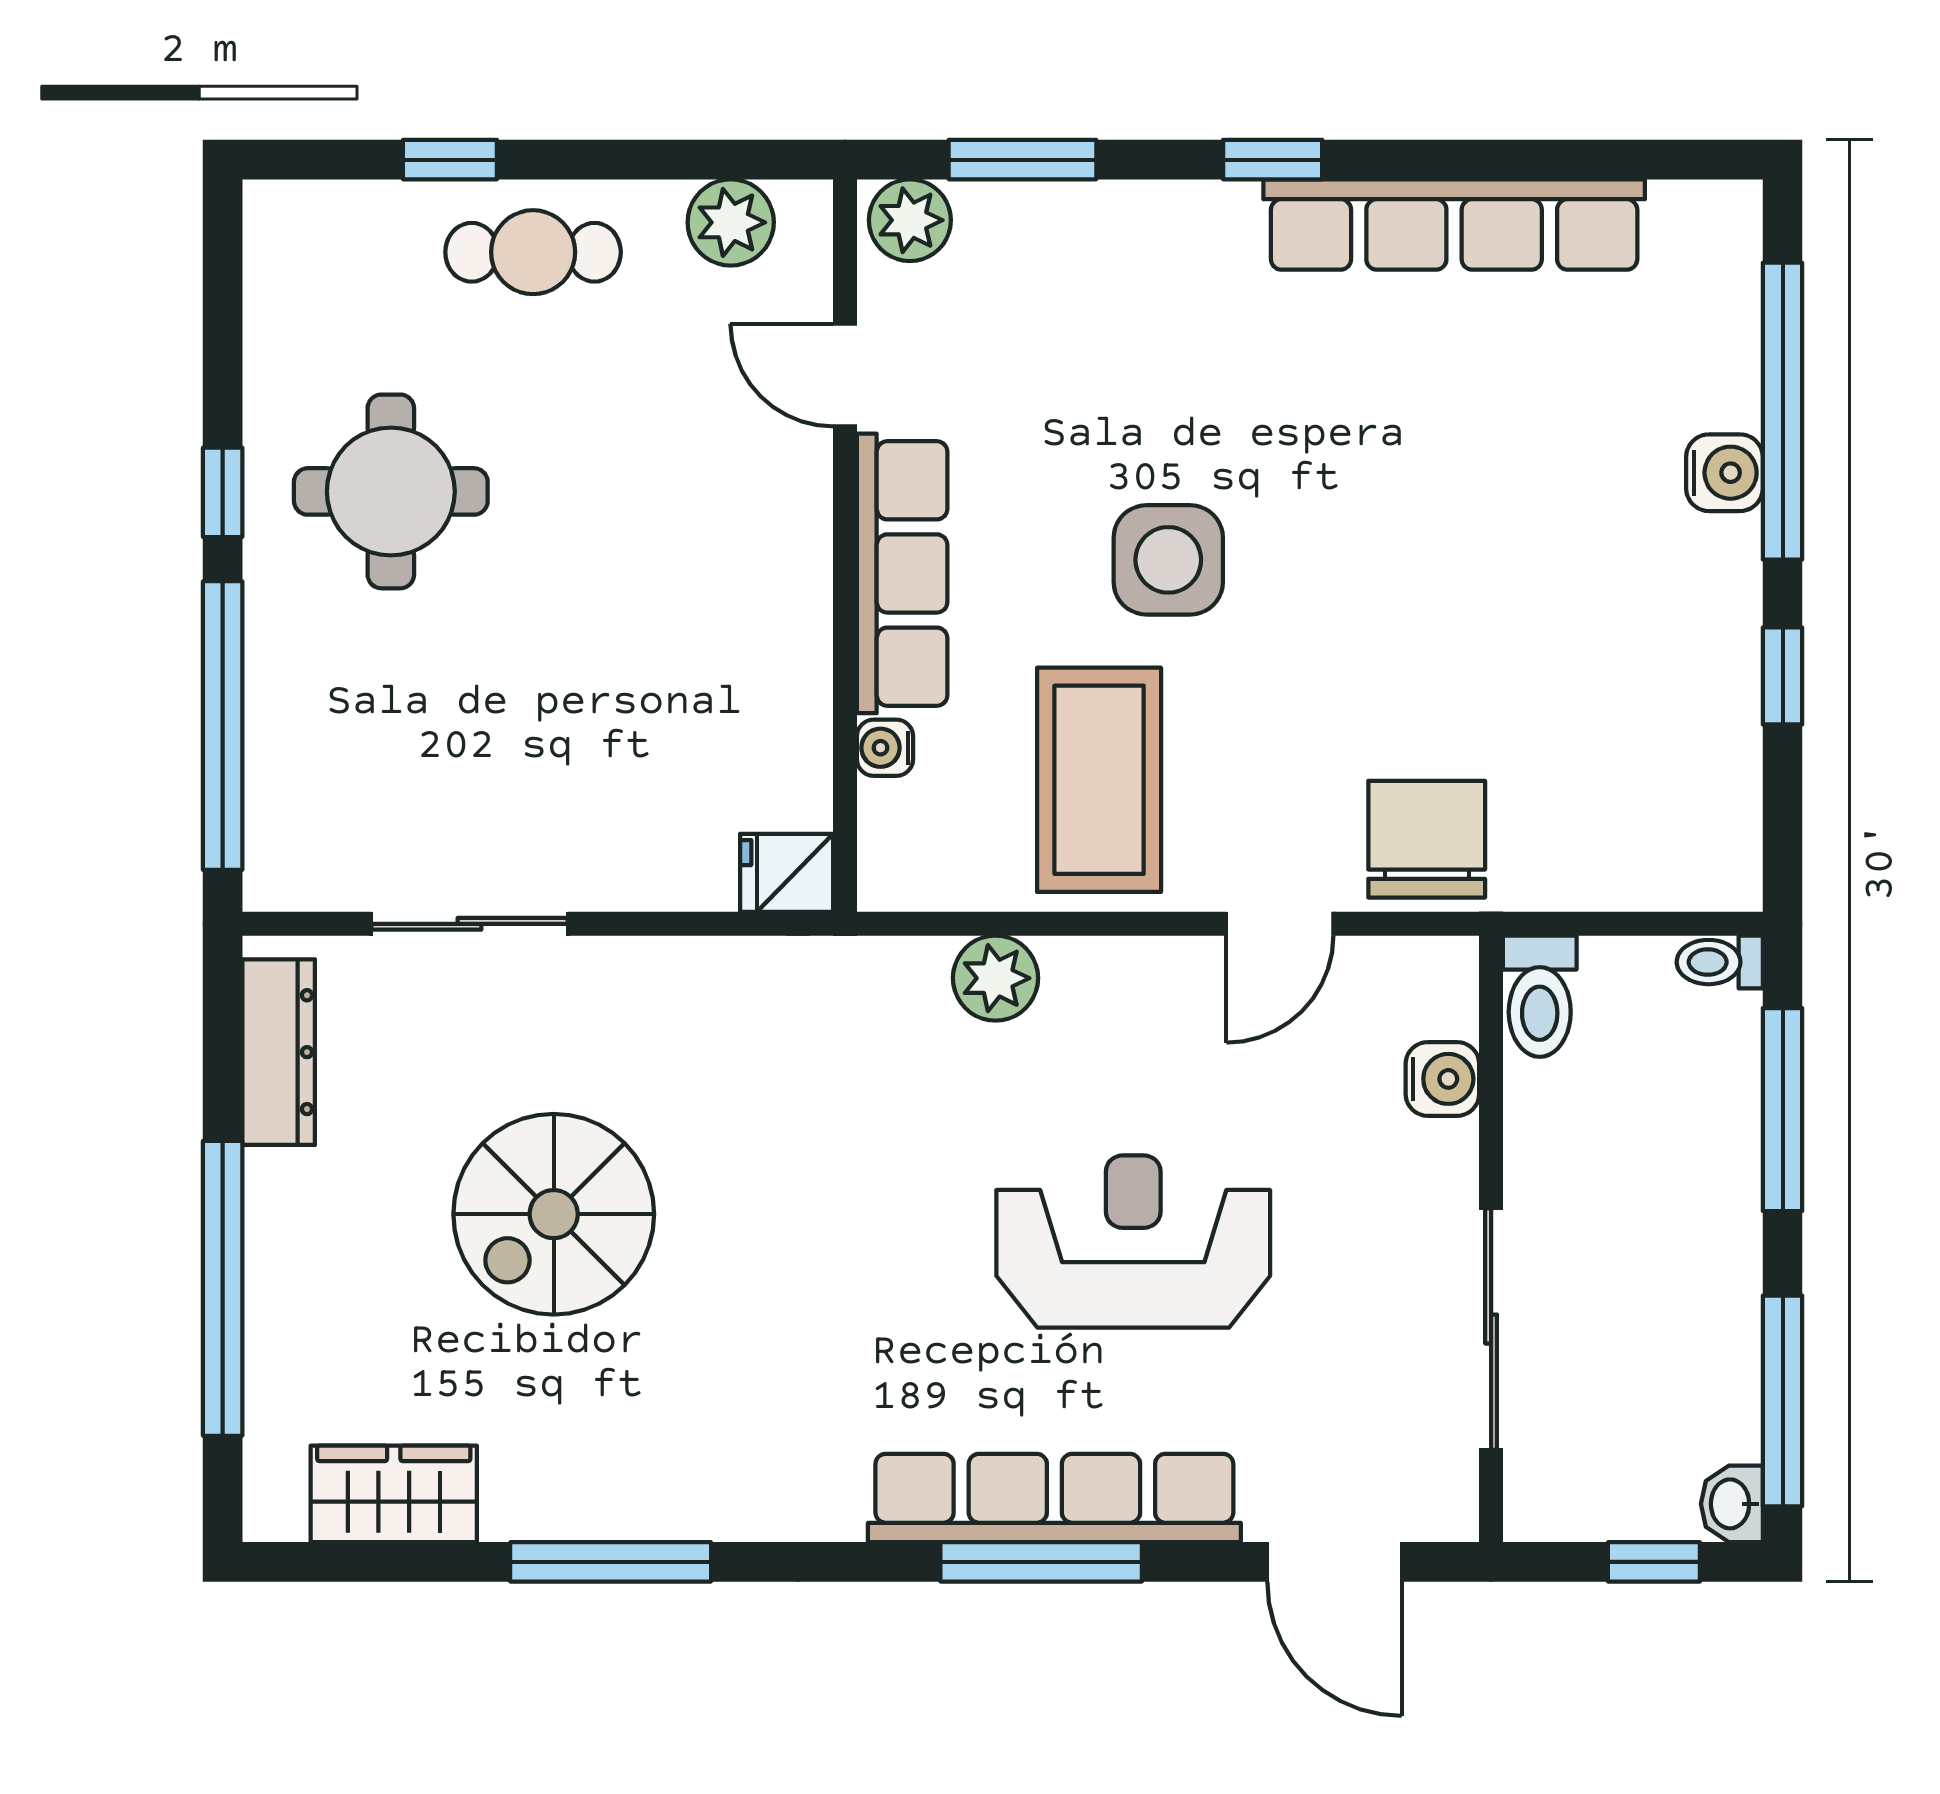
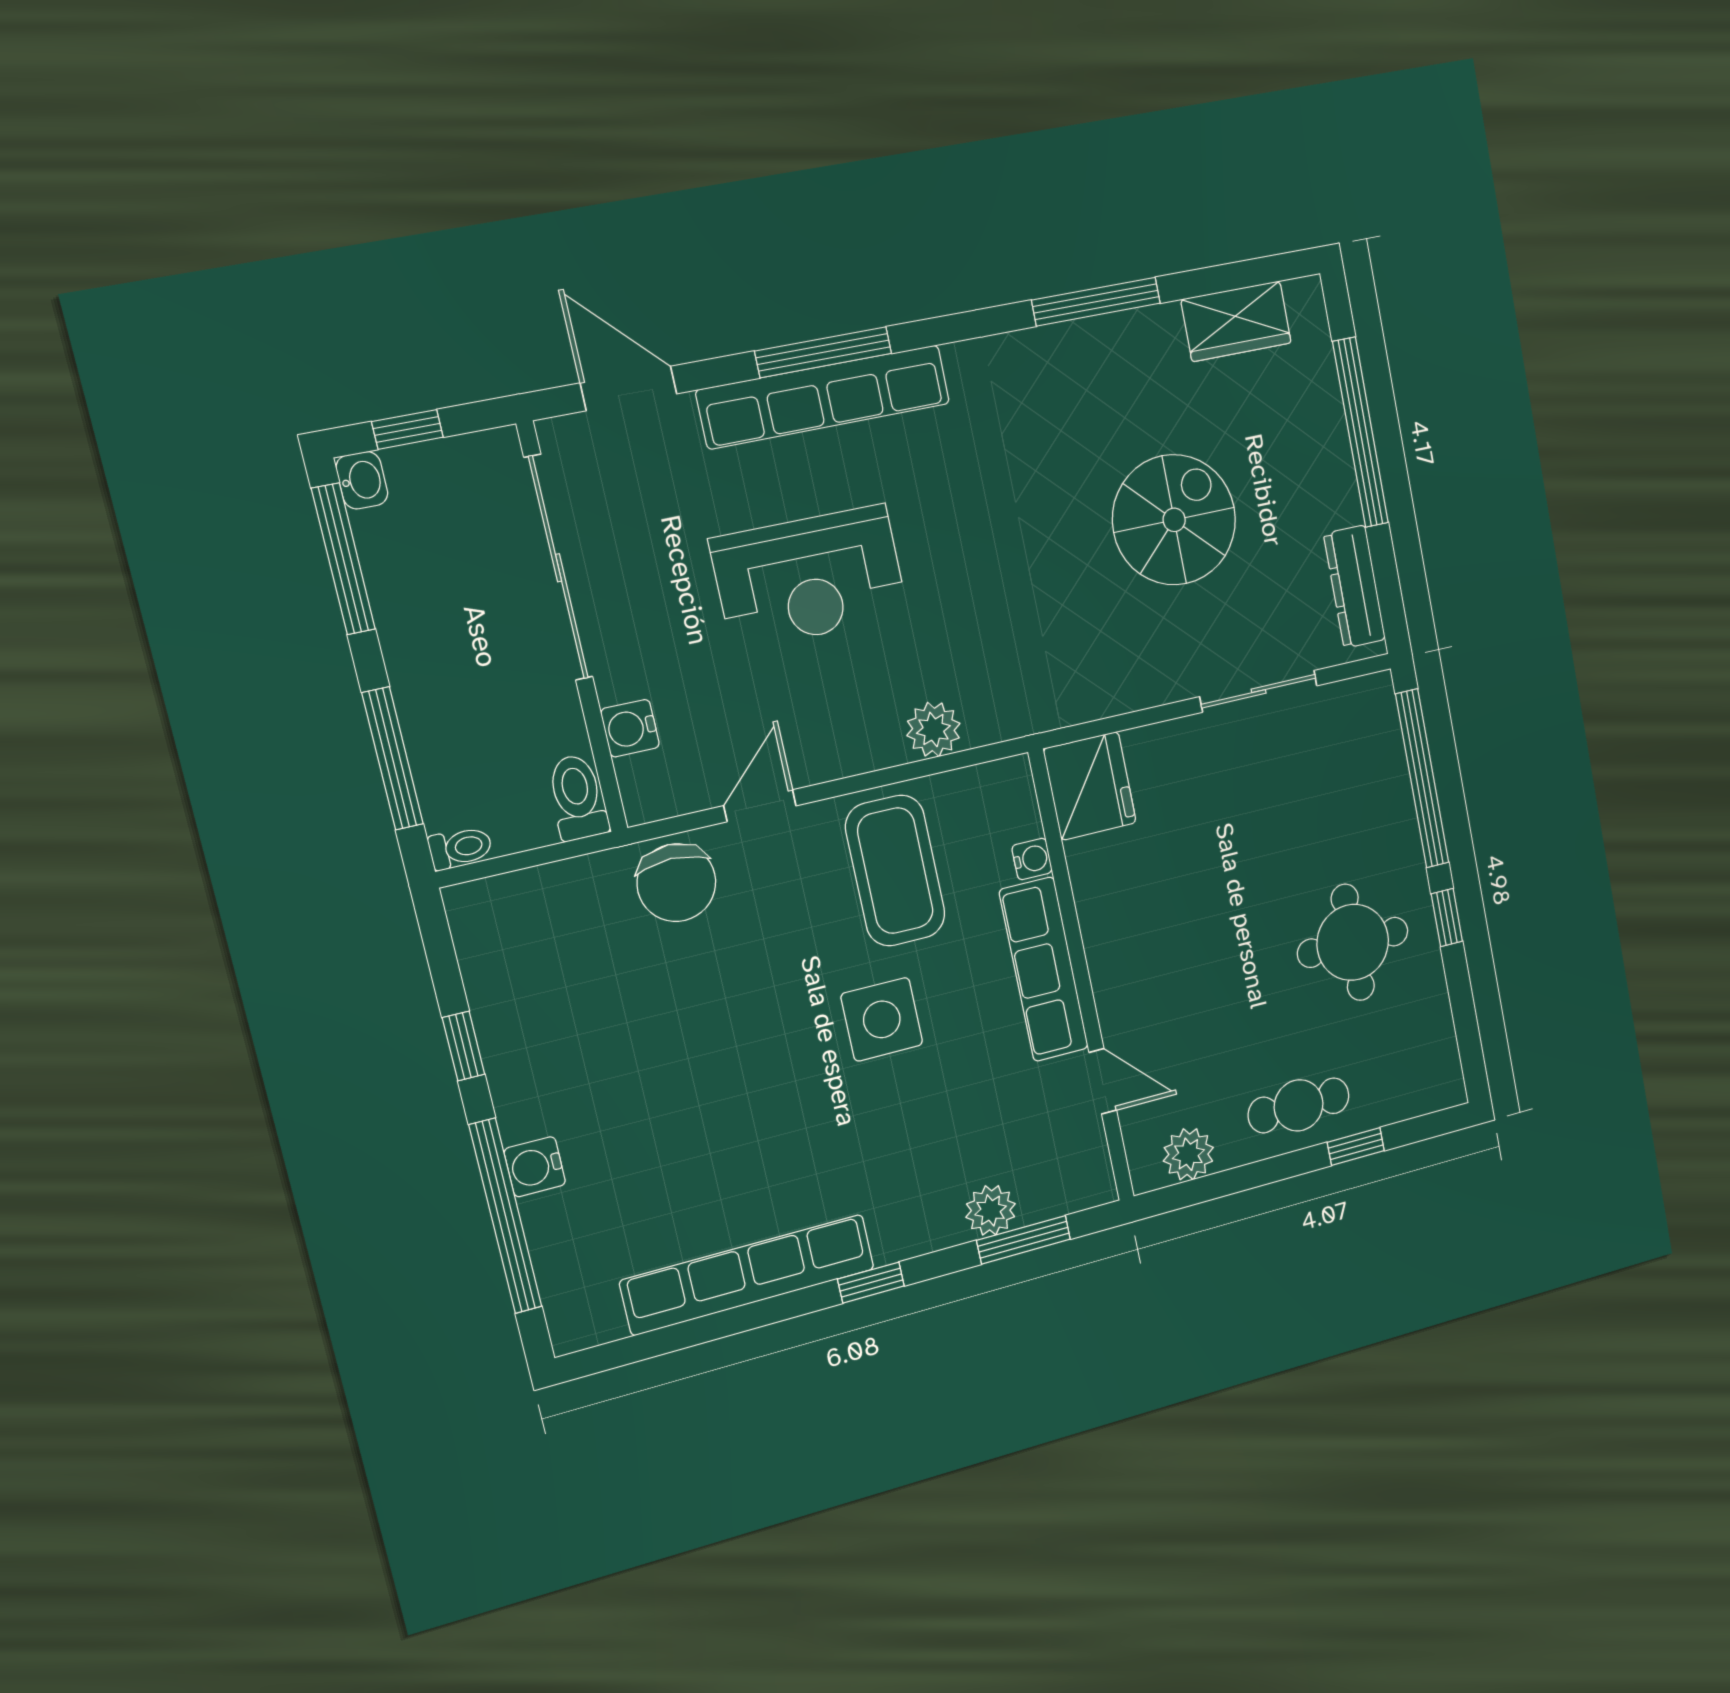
plant: (910, 220) -> (991, 1210), moved
fridge: (787, 873) -> (1090, 786), width x1.88, depth x1.34
sliding door: (1491, 1329) -> (558, 568), width x1.36

